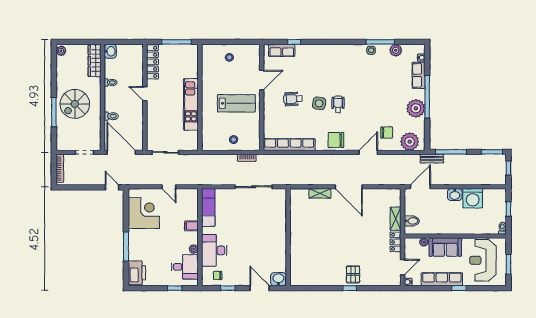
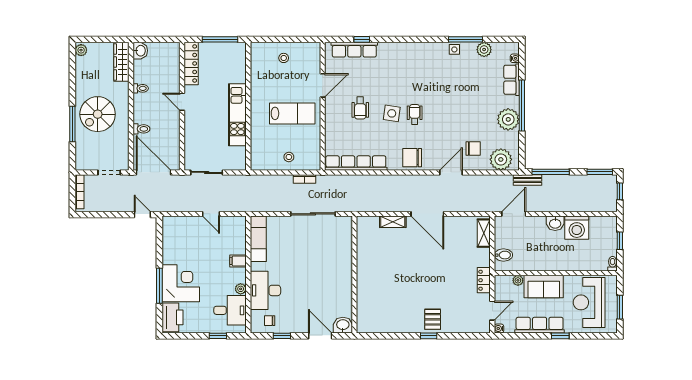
row of seats: (282, 50) -> (354, 50), width x1.48
wheelchair: (293, 99) -> (360, 108), turned -87
corner desk: (144, 213) -> (181, 283), moved
shelving: (396, 219) -> (484, 233), moved

